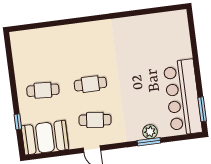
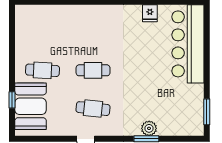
fridge: (137, 24) -> (150, 13), added
bar counter: (183, 97) -> (188, 44), moved
booth: (45, 138) -> (31, 106), moved, turned 90

